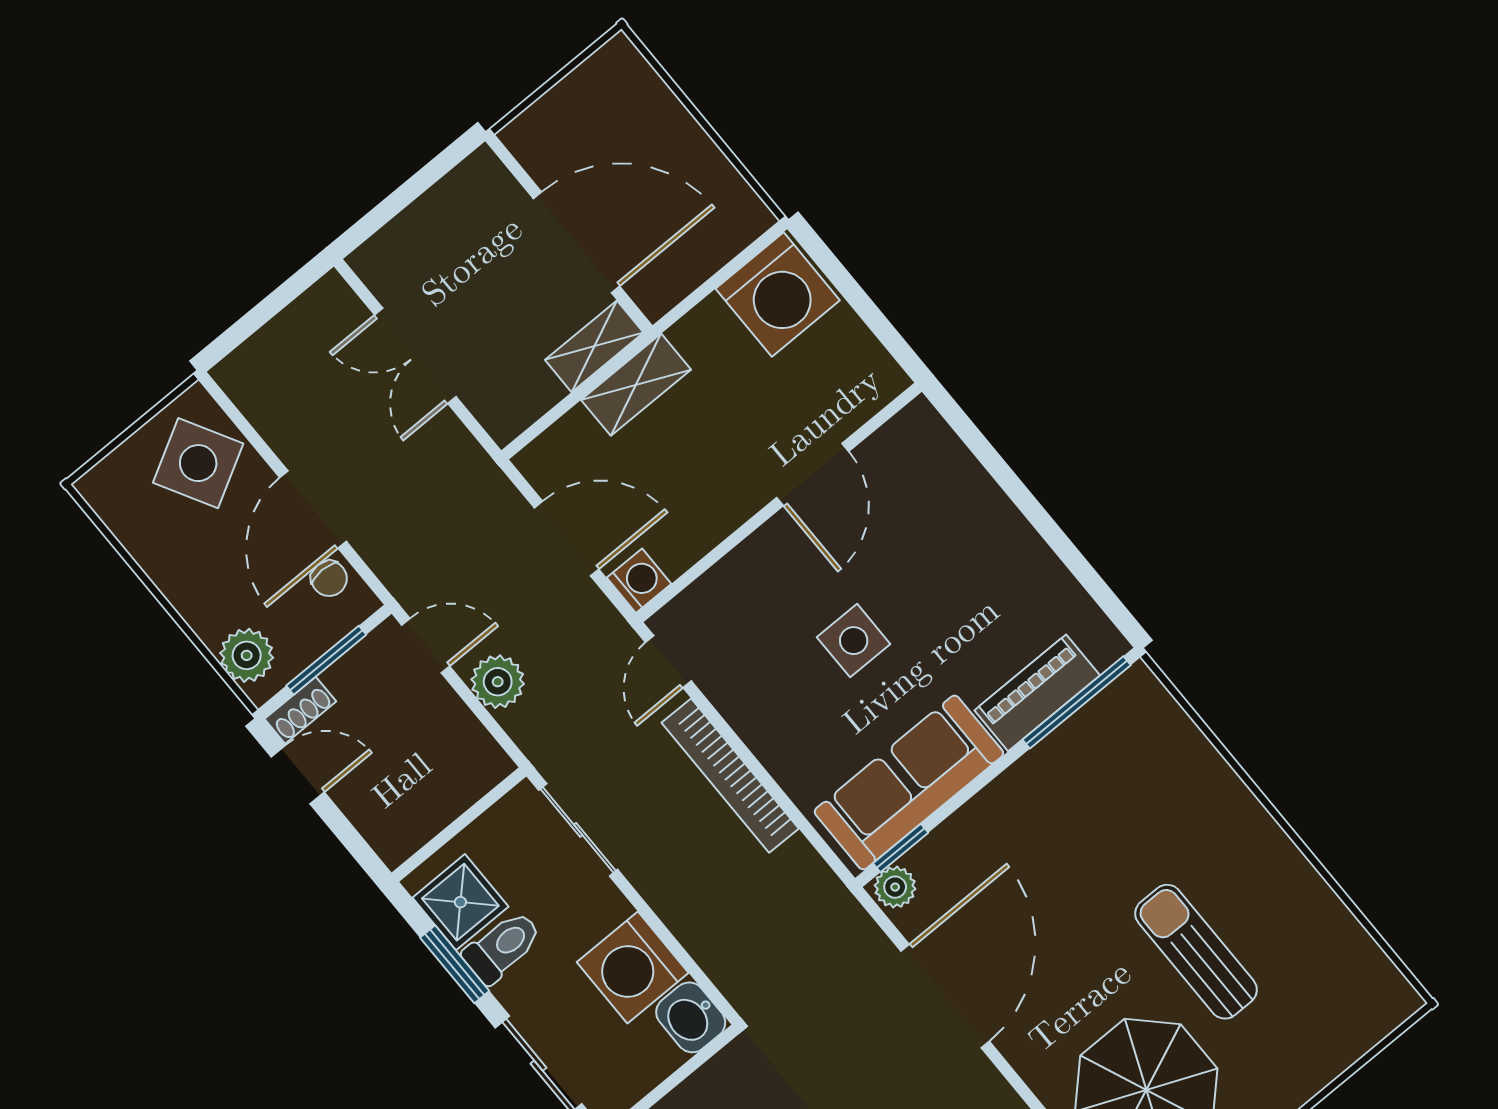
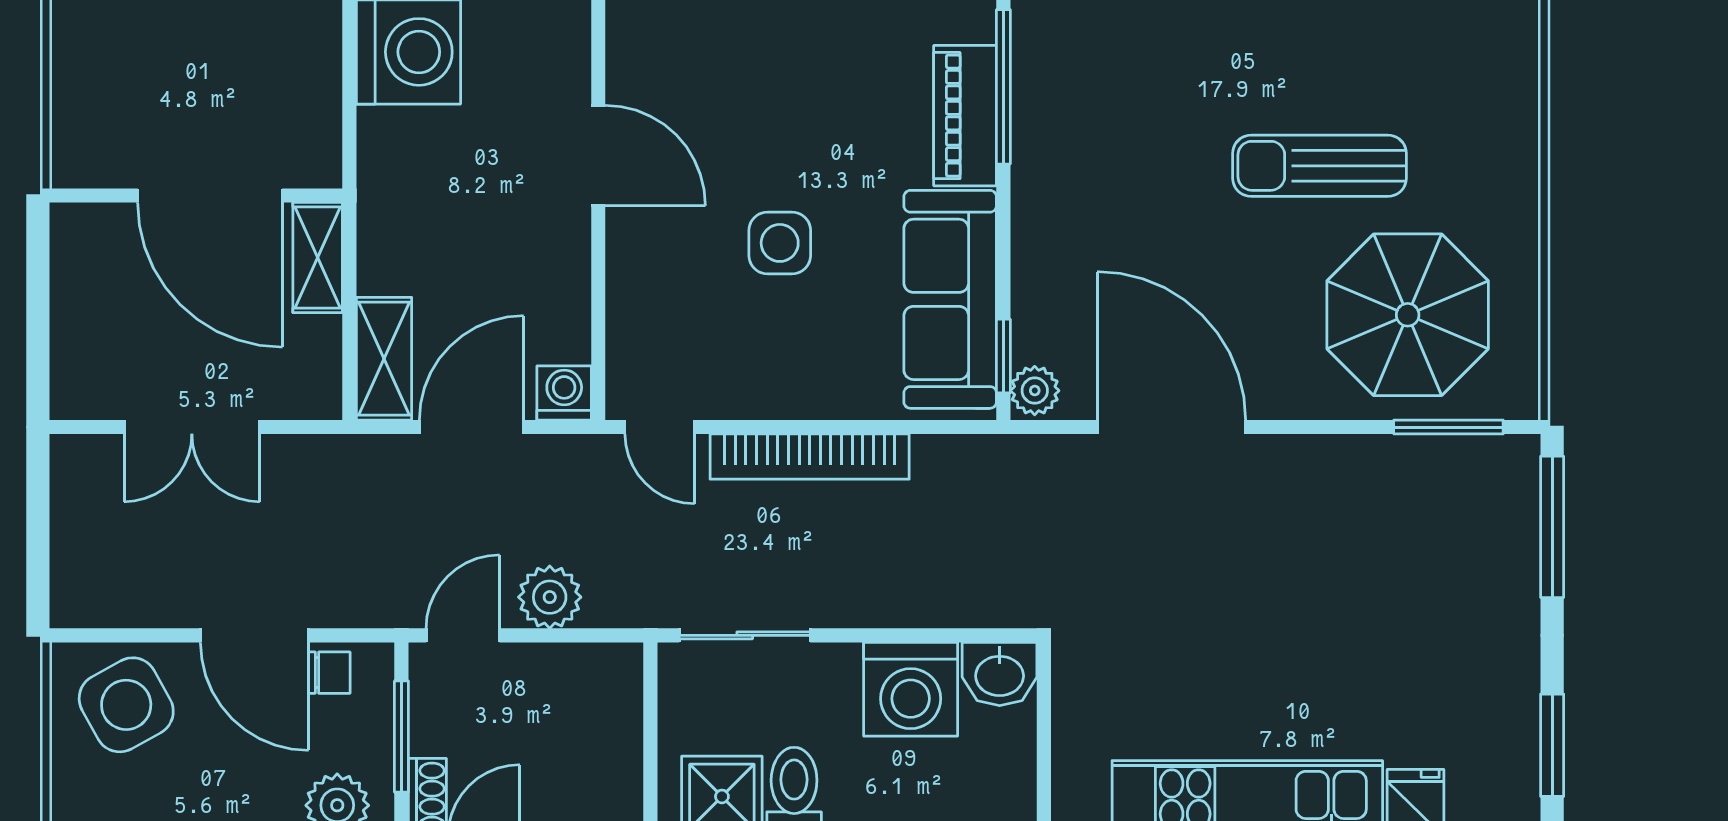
door: (576, 242) -> (210, 195), swing flipped
shelving: (636, 385) -> (384, 359), moved

